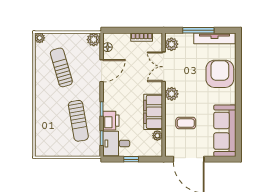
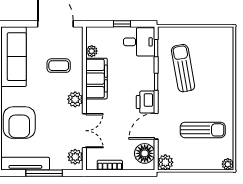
floor lamp: (108, 47) -> (145, 153), width x1.89, depth x1.89
sun lounger: (61, 67) -> (203, 130), turned -74
printer: (111, 121) -> (145, 102), moved

